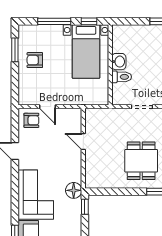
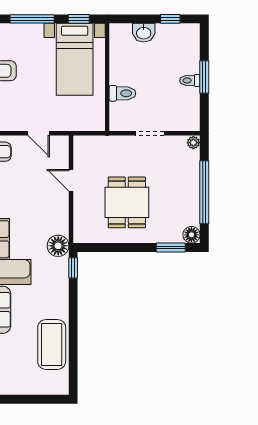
washbasin: (119, 62) -> (144, 33), moved, turned 90
door: (47, 107) -> (39, 133), moved
dining table: (141, 161) -> (127, 202), moved

